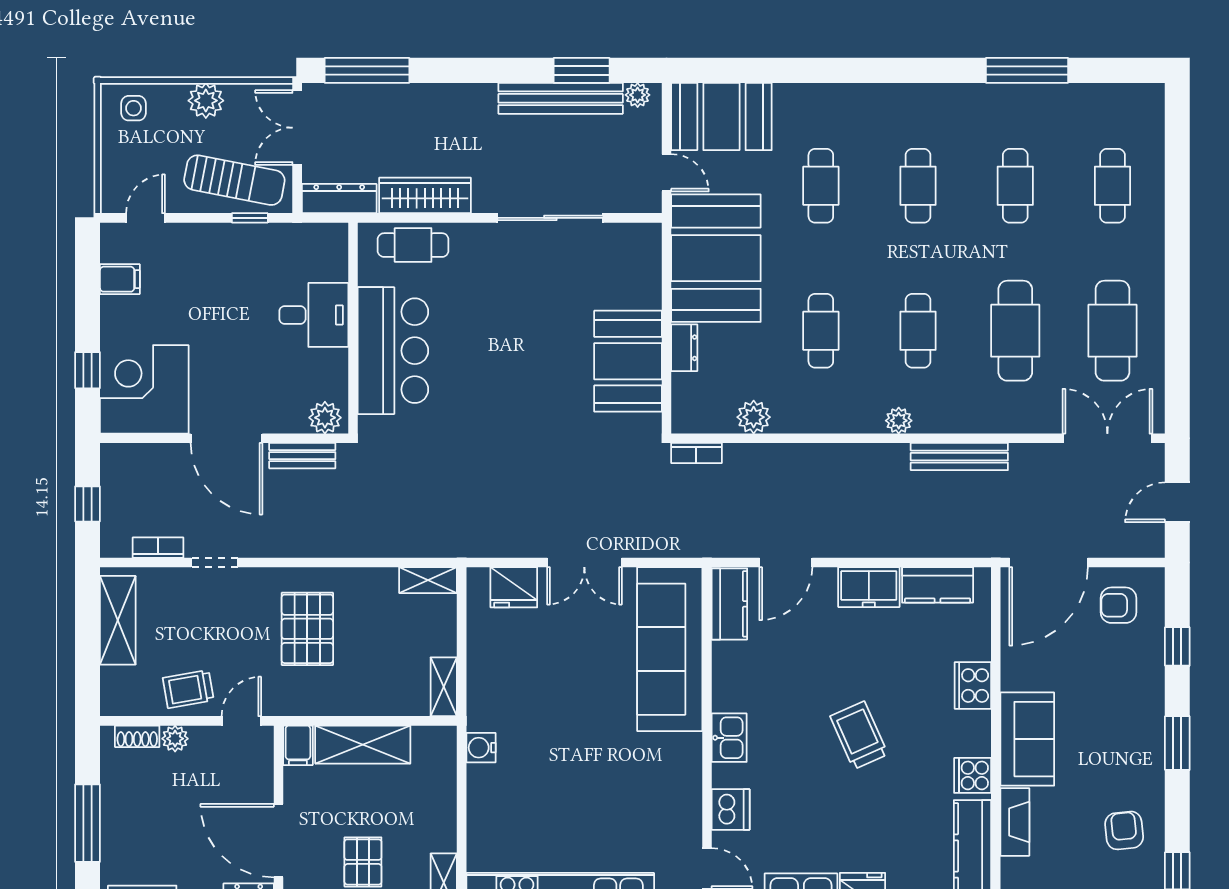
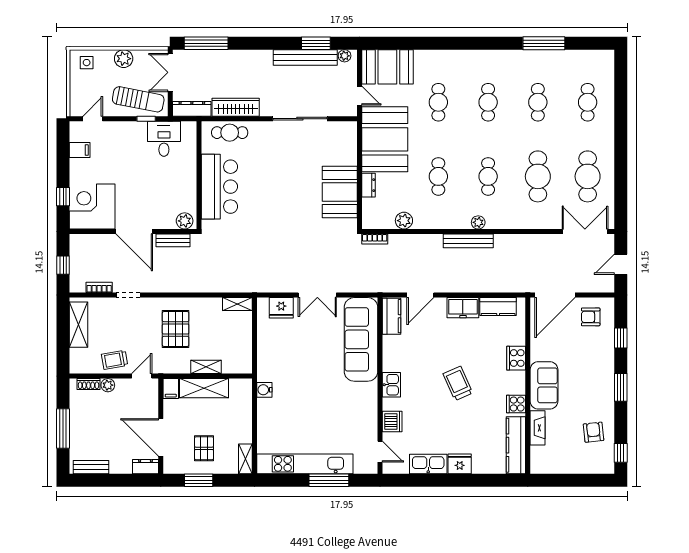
desk: (314, 315) -> (164, 139), moved, turned -90
bench: (959, 457) -> (468, 241), moved
shelving: (444, 687) -> (206, 367), moved, turned 90

